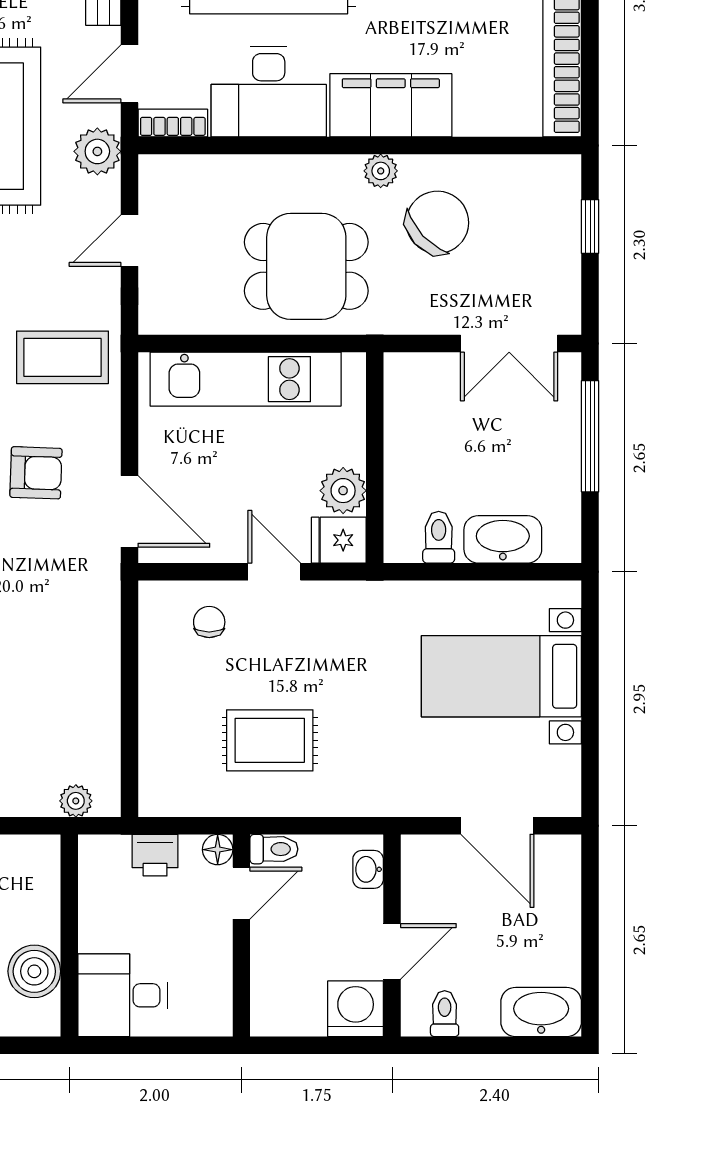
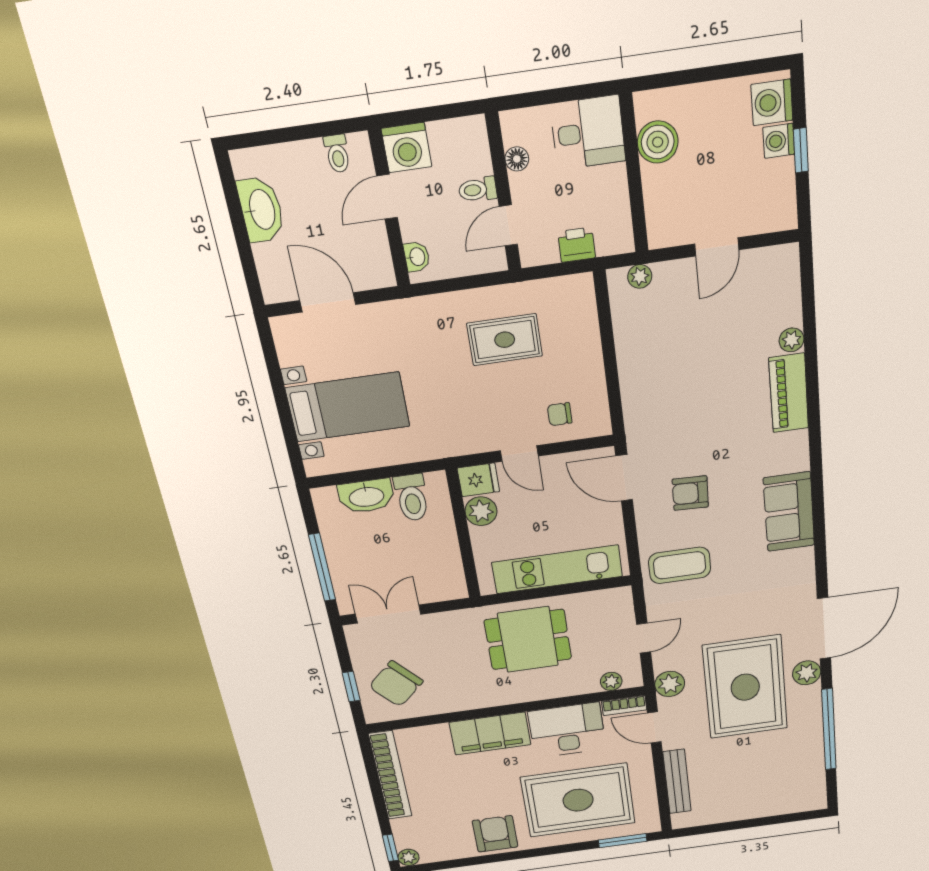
door: (129, 74) -> (654, 728), swing flipped
plant: (381, 171) -> (611, 681), moved
chair: (437, 222) -> (396, 684), moved
toilet: (439, 537) -> (412, 498), width x1.37, depth x1.39
chair: (209, 622) -> (560, 414), turned 90
toilet: (274, 849) -> (478, 190), moved
floor lamp: (218, 850) -> (517, 159), moved
washbasin: (541, 1012) -> (261, 210), moved, turned -90

